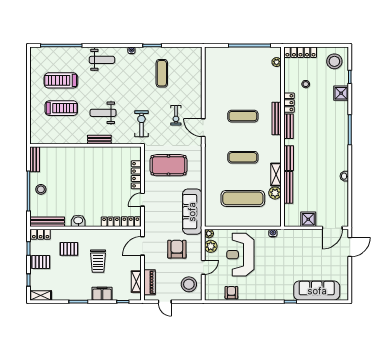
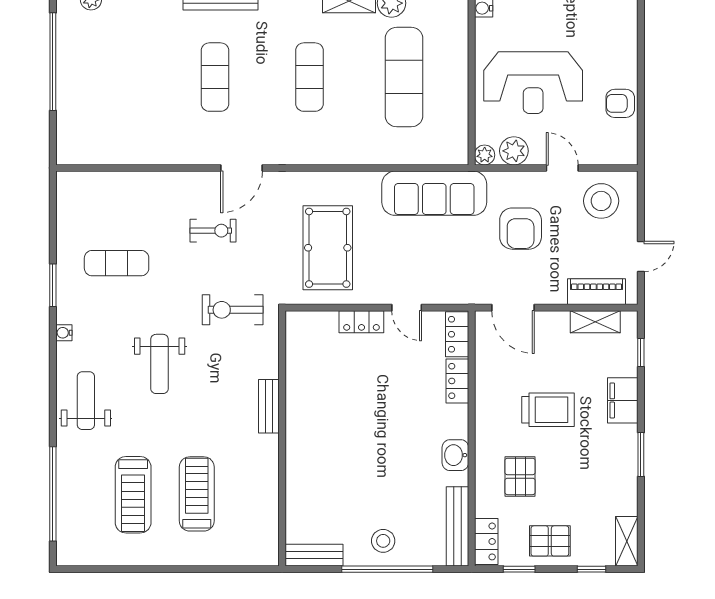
weight bench: (103, 113) -> (160, 364), moved
locker: (136, 175) -> (361, 322), width x0.66
armchair: (177, 249) -> (521, 229), turned -90
pallet: (41, 262) -> (550, 541), turned 90

